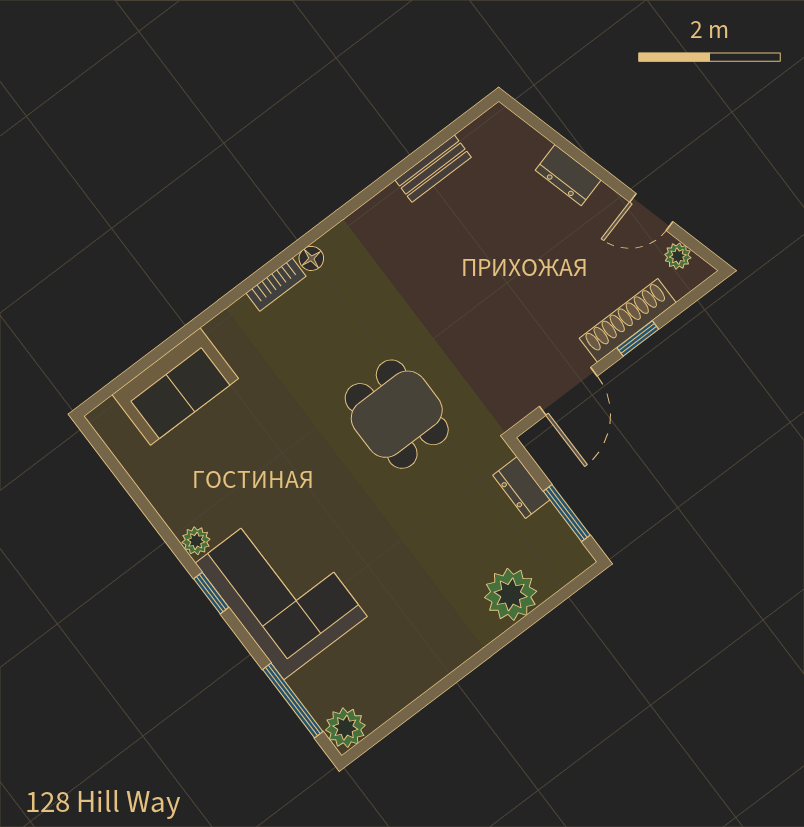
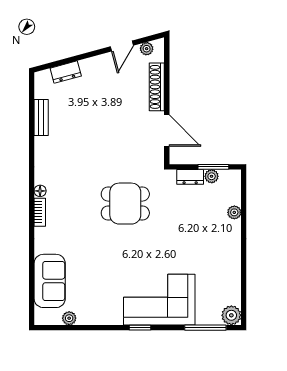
dresser: (568, 175) -> (66, 72), moved
window: (638, 338) -> (167, 88), removed
plant: (549, 522) -> (212, 176), added
plant: (196, 541) -> (69, 318), moved
plant: (511, 594) -> (234, 212), width x0.53, depth x0.53

